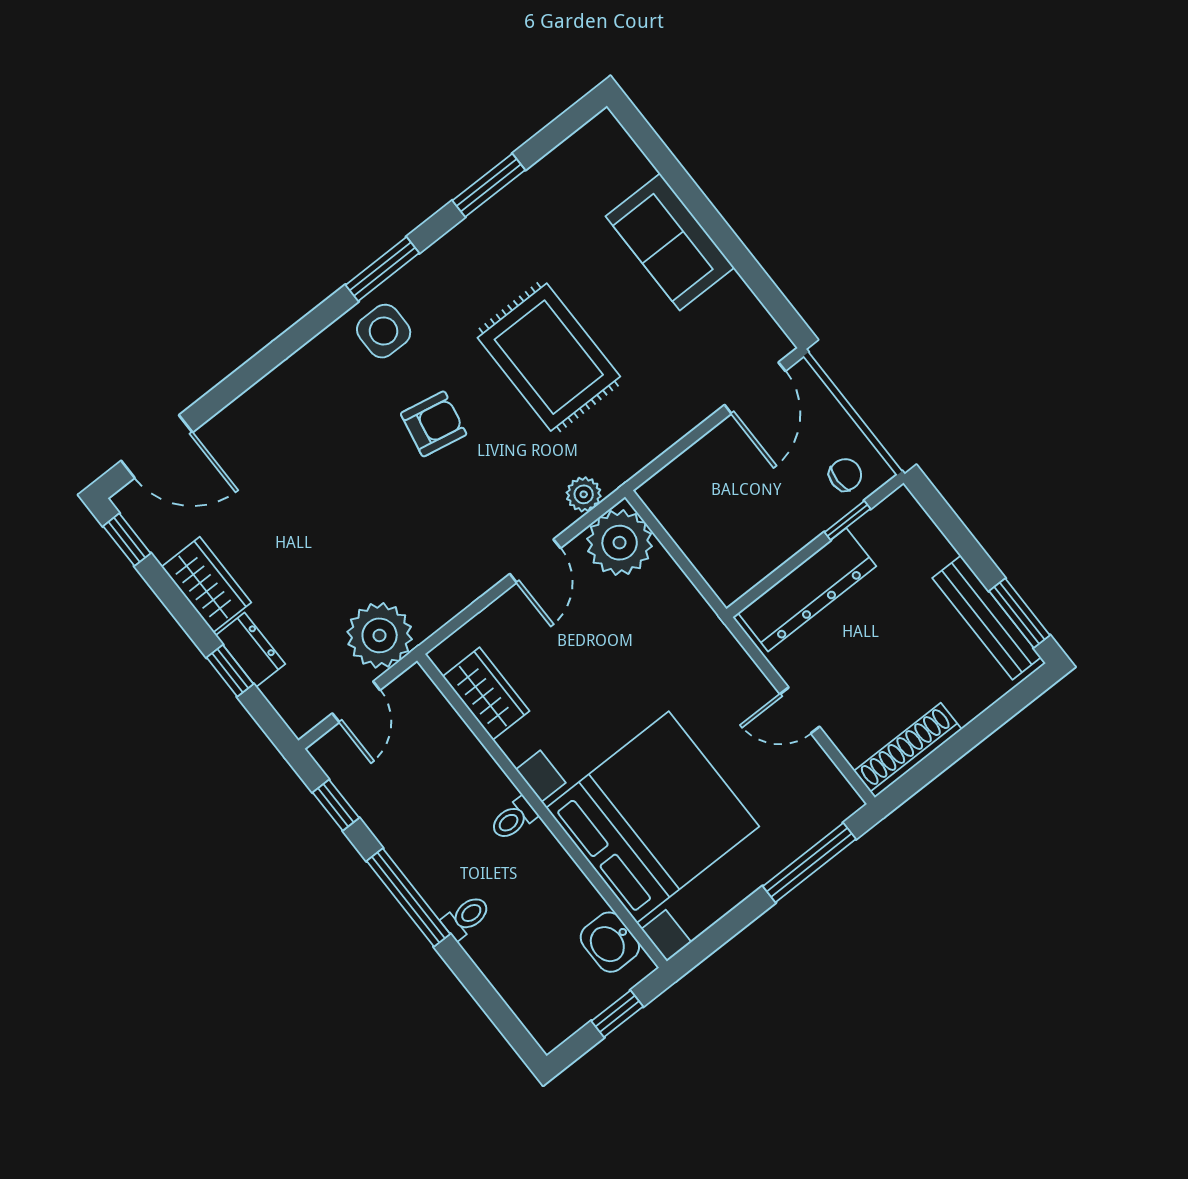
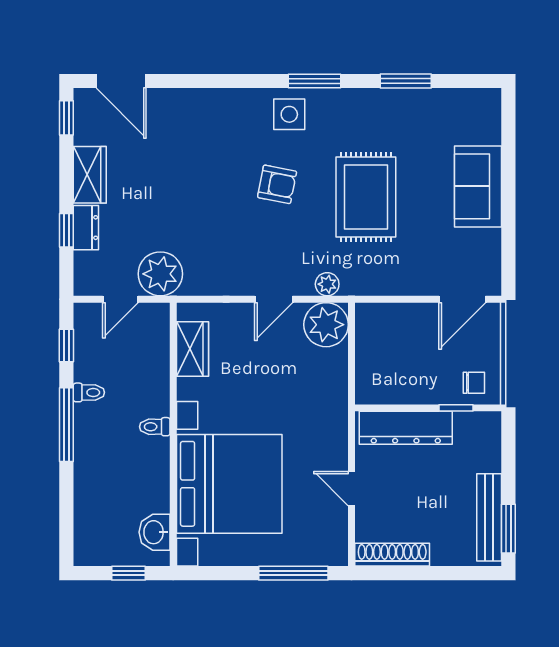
toilet: (466, 917) -> (89, 392), moved

